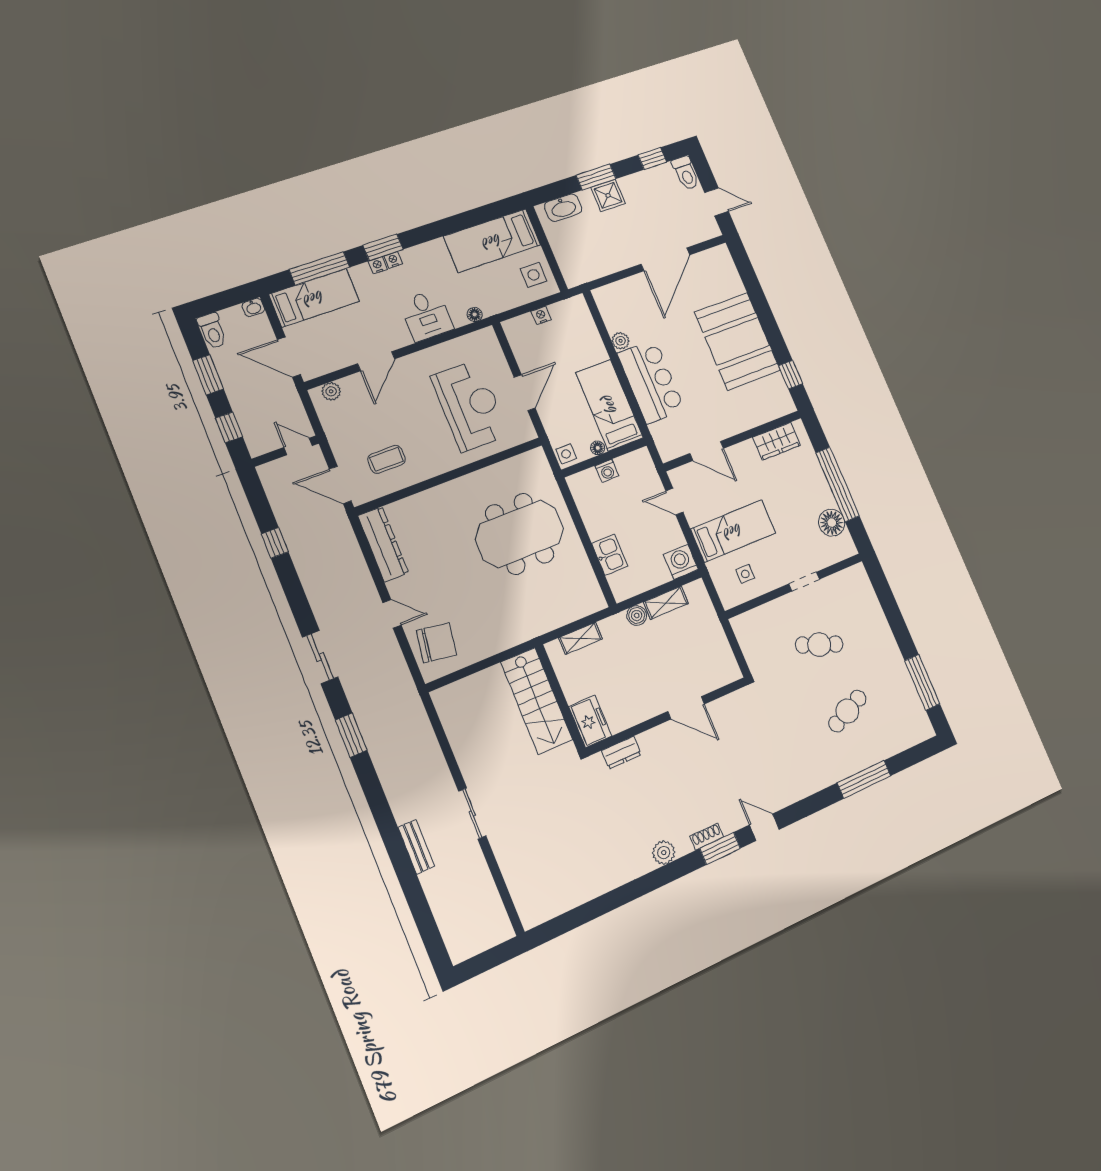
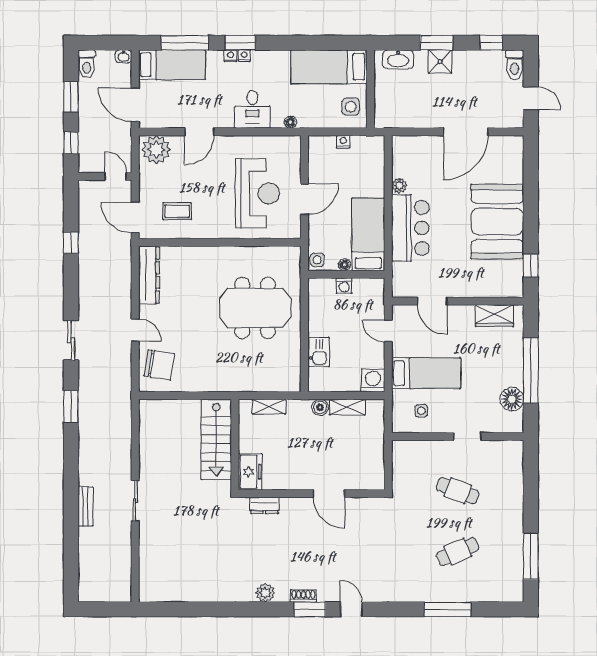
plant: (331, 391) -> (156, 150), width x1.87, depth x1.87

